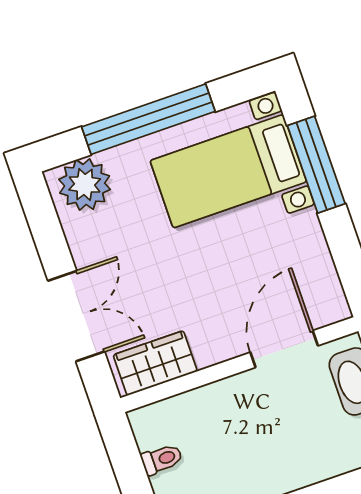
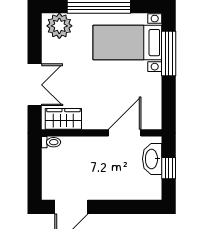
toilet: (162, 459) -> (51, 142), moved

